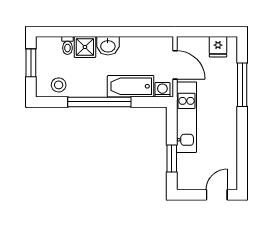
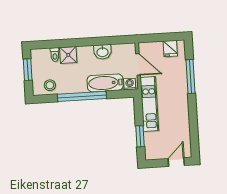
washbasin: (108, 46) -> (102, 52), moved

